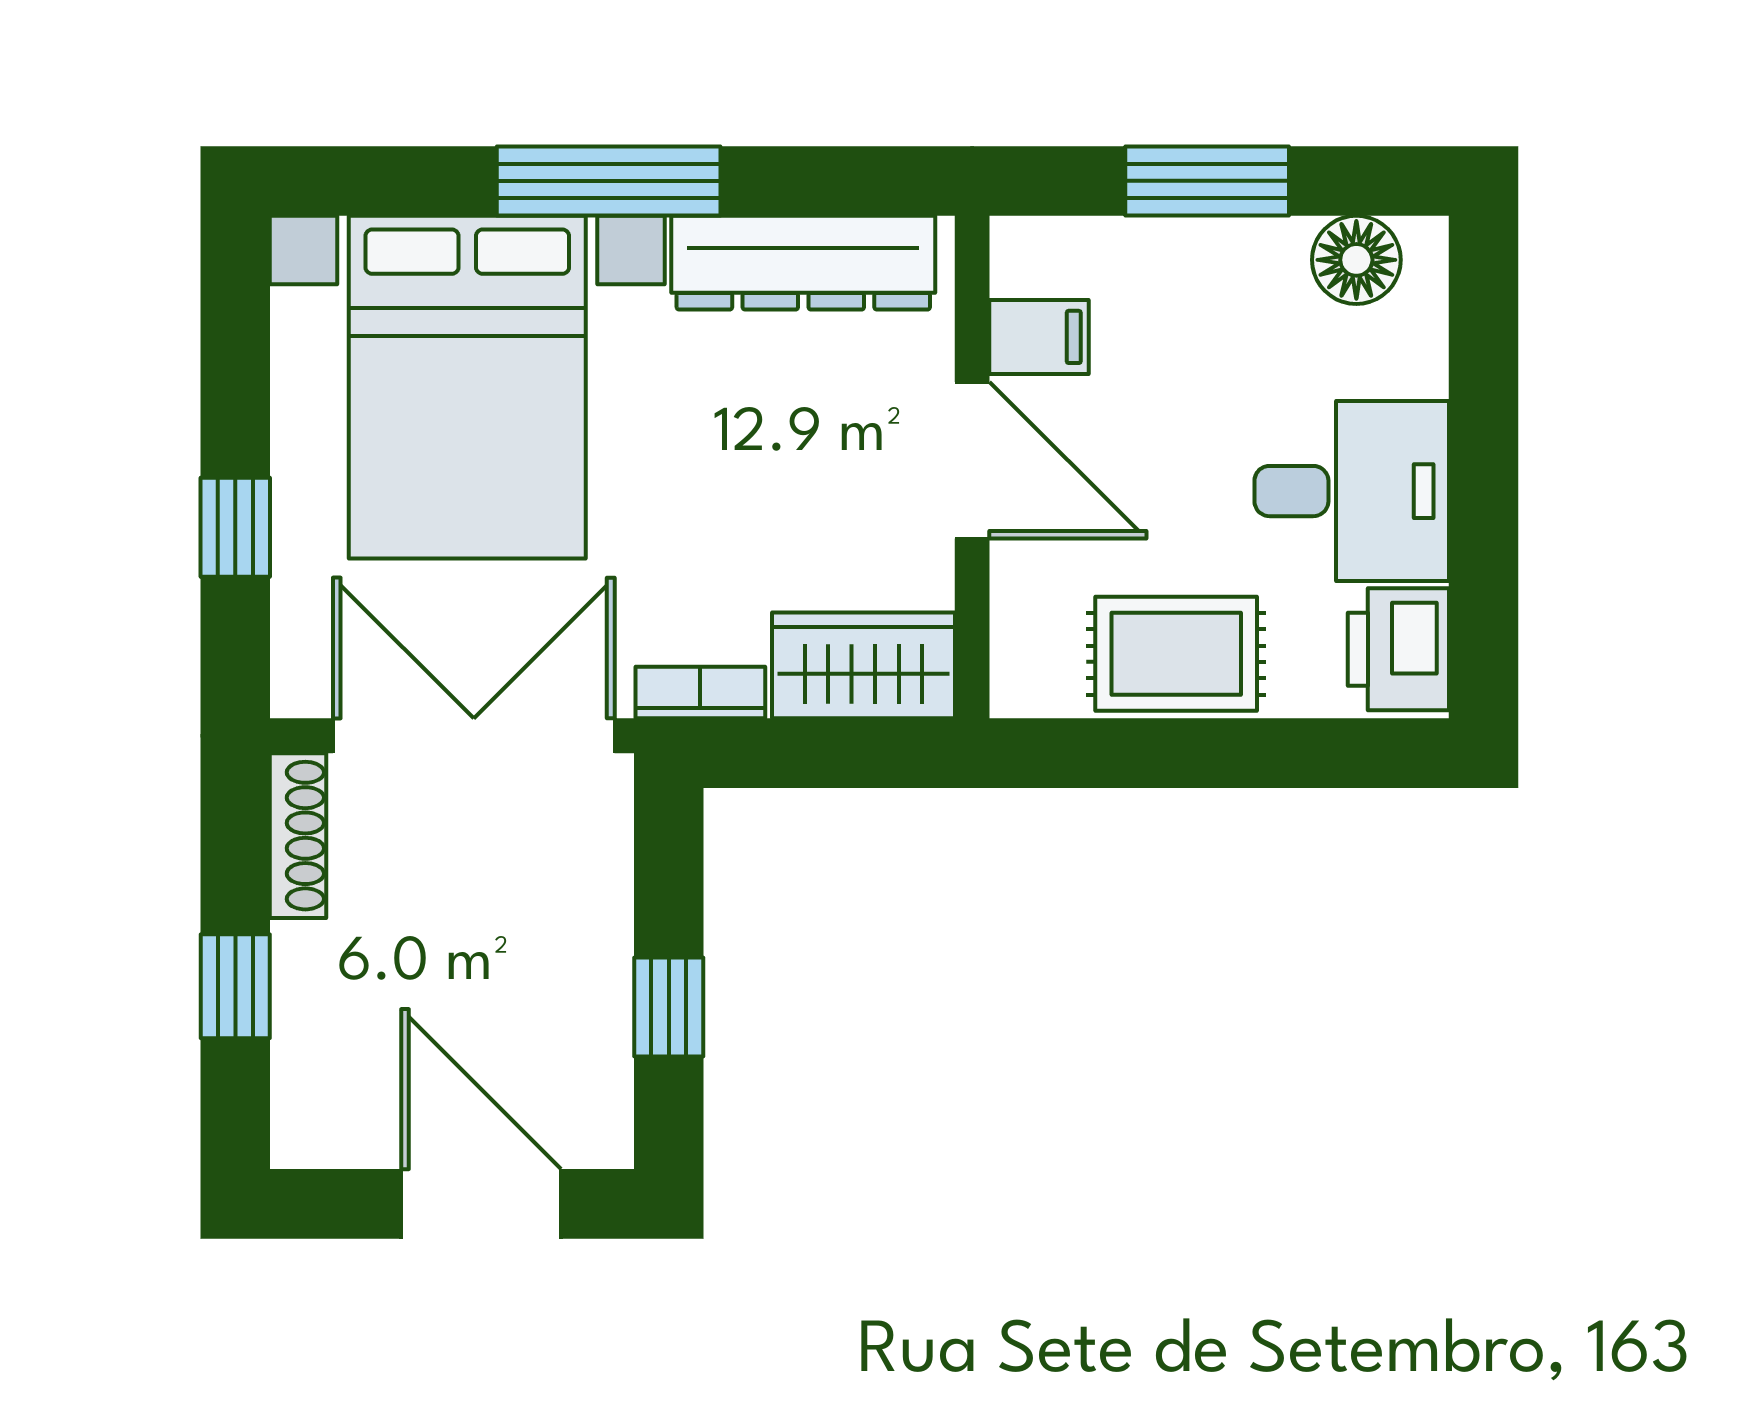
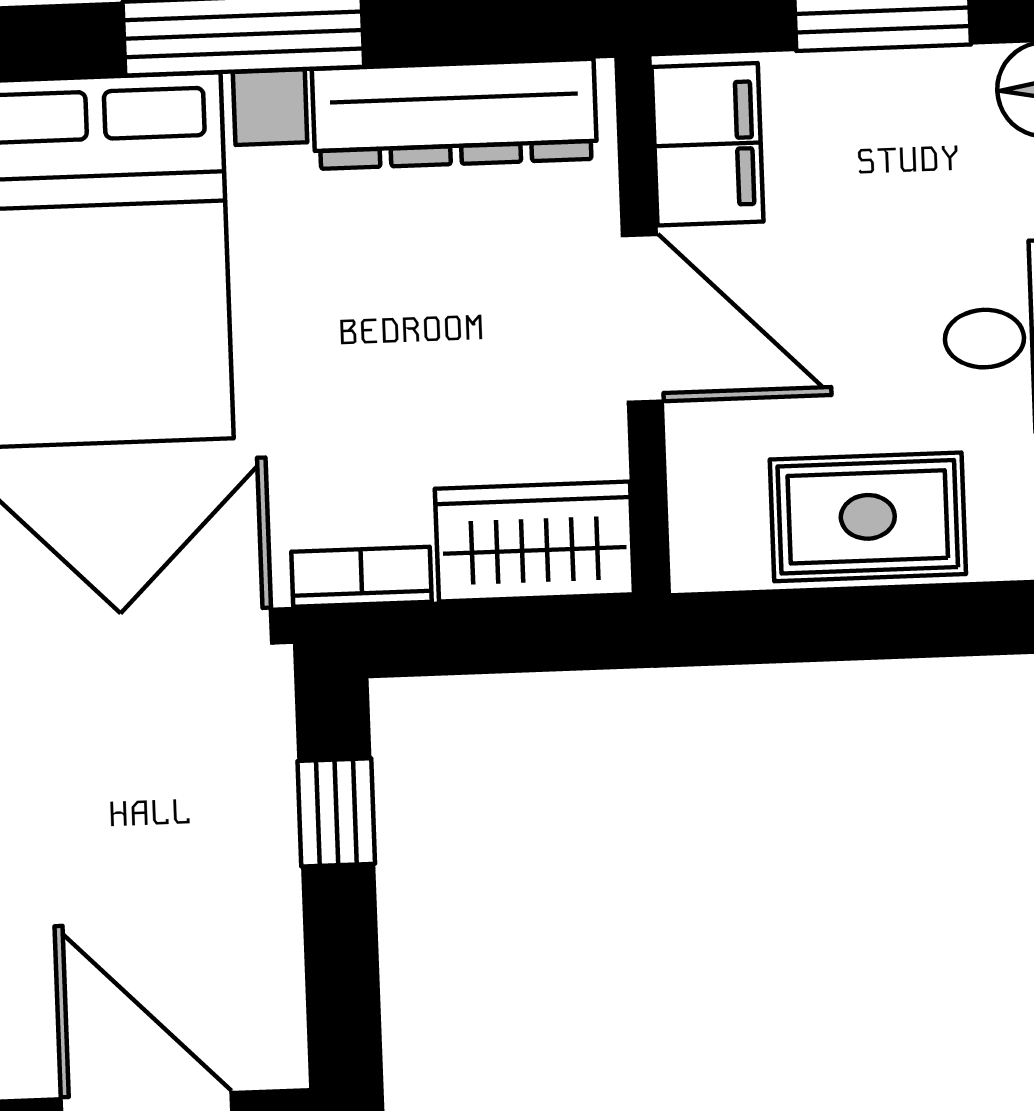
filing cabinet: (1039, 337) -> (708, 144), width x2.00
window: (669, 1007) -> (336, 812), moved

